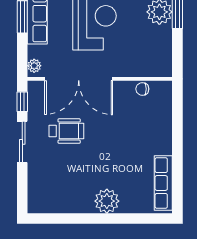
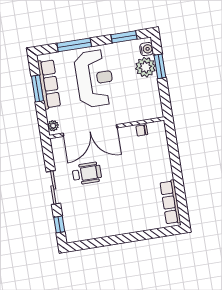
window: (22, 102) -> (59, 224), moved
plant: (107, 201) -> (128, 224), removed

